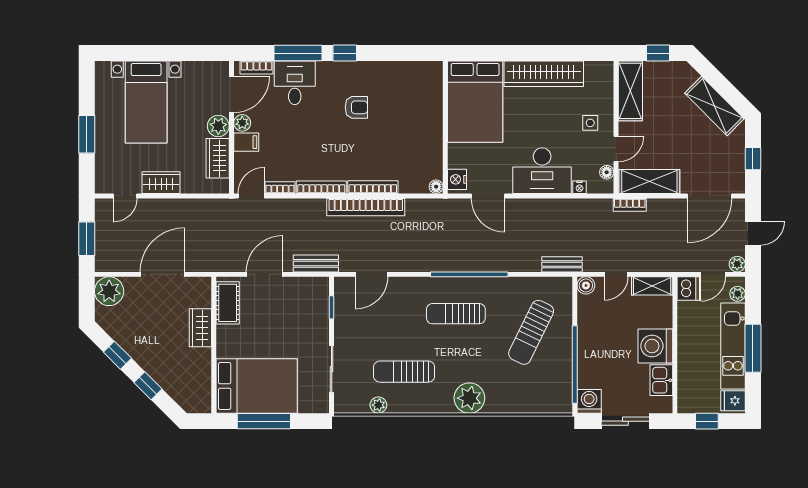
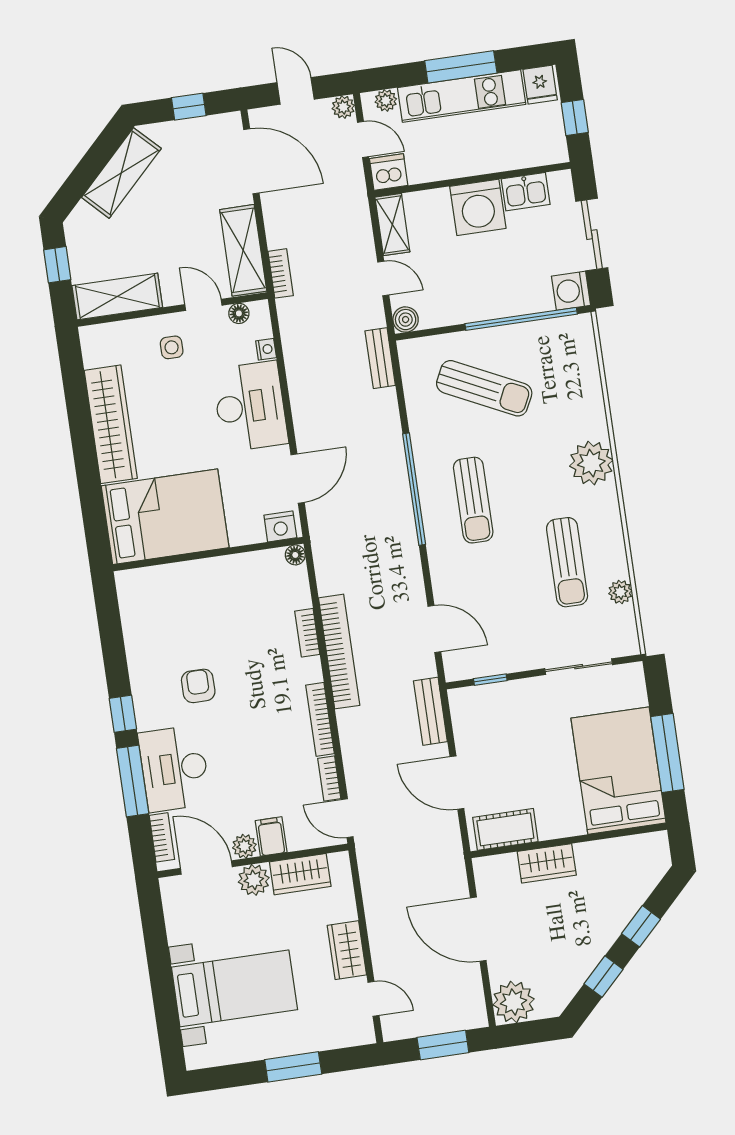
desk: (295, 83) -> (174, 769), width x1.37
bookcase: (373, 187) -> (307, 633), width x0.64

